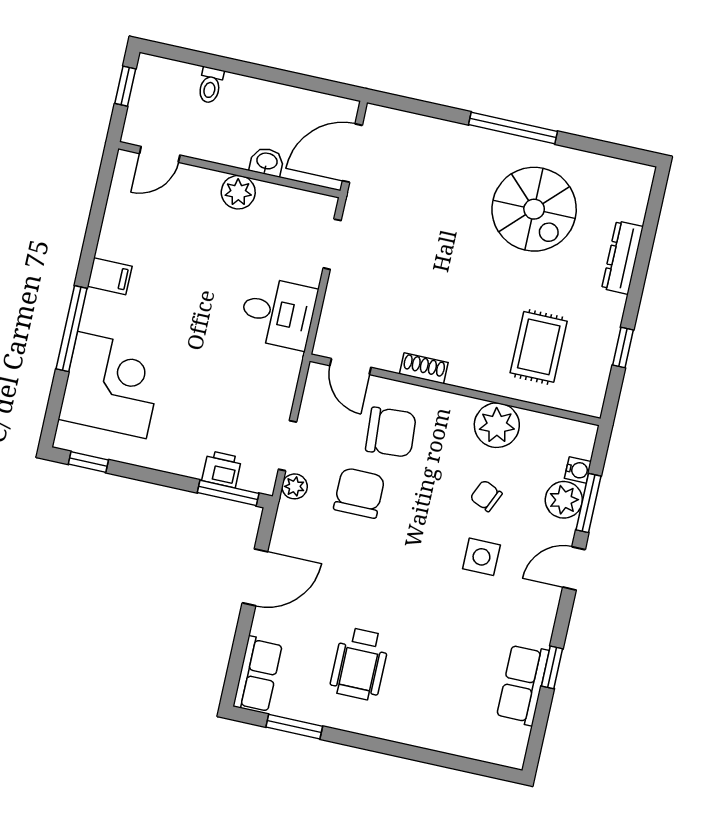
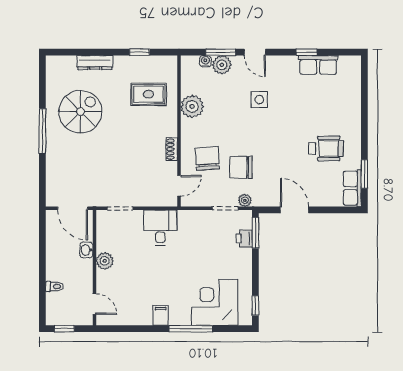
chair: (486, 496) -> (228, 104), removed
row of seats: (258, 675) -> (352, 188), moved, turned -90

